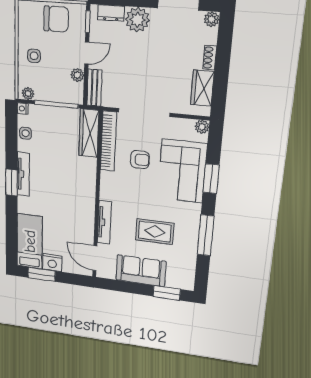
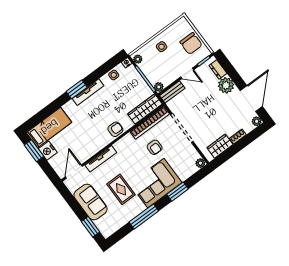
plant: (77, 75) -> (159, 87), moved
corner sofa: (182, 171) -> (156, 183), moved
armchair: (85, 182) -> (115, 129), added

